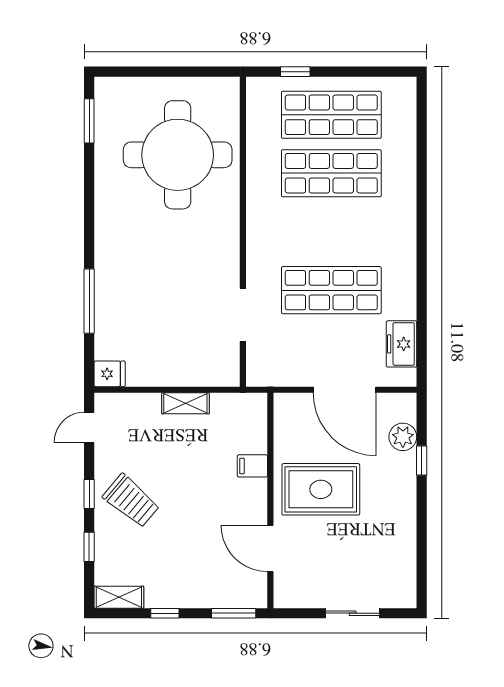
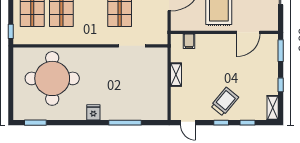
window: (295, 72) -> (11, 31), moved
fridge: (110, 374) -> (93, 112), moved
filing cabinet: (252, 466) -> (189, 41), moved

